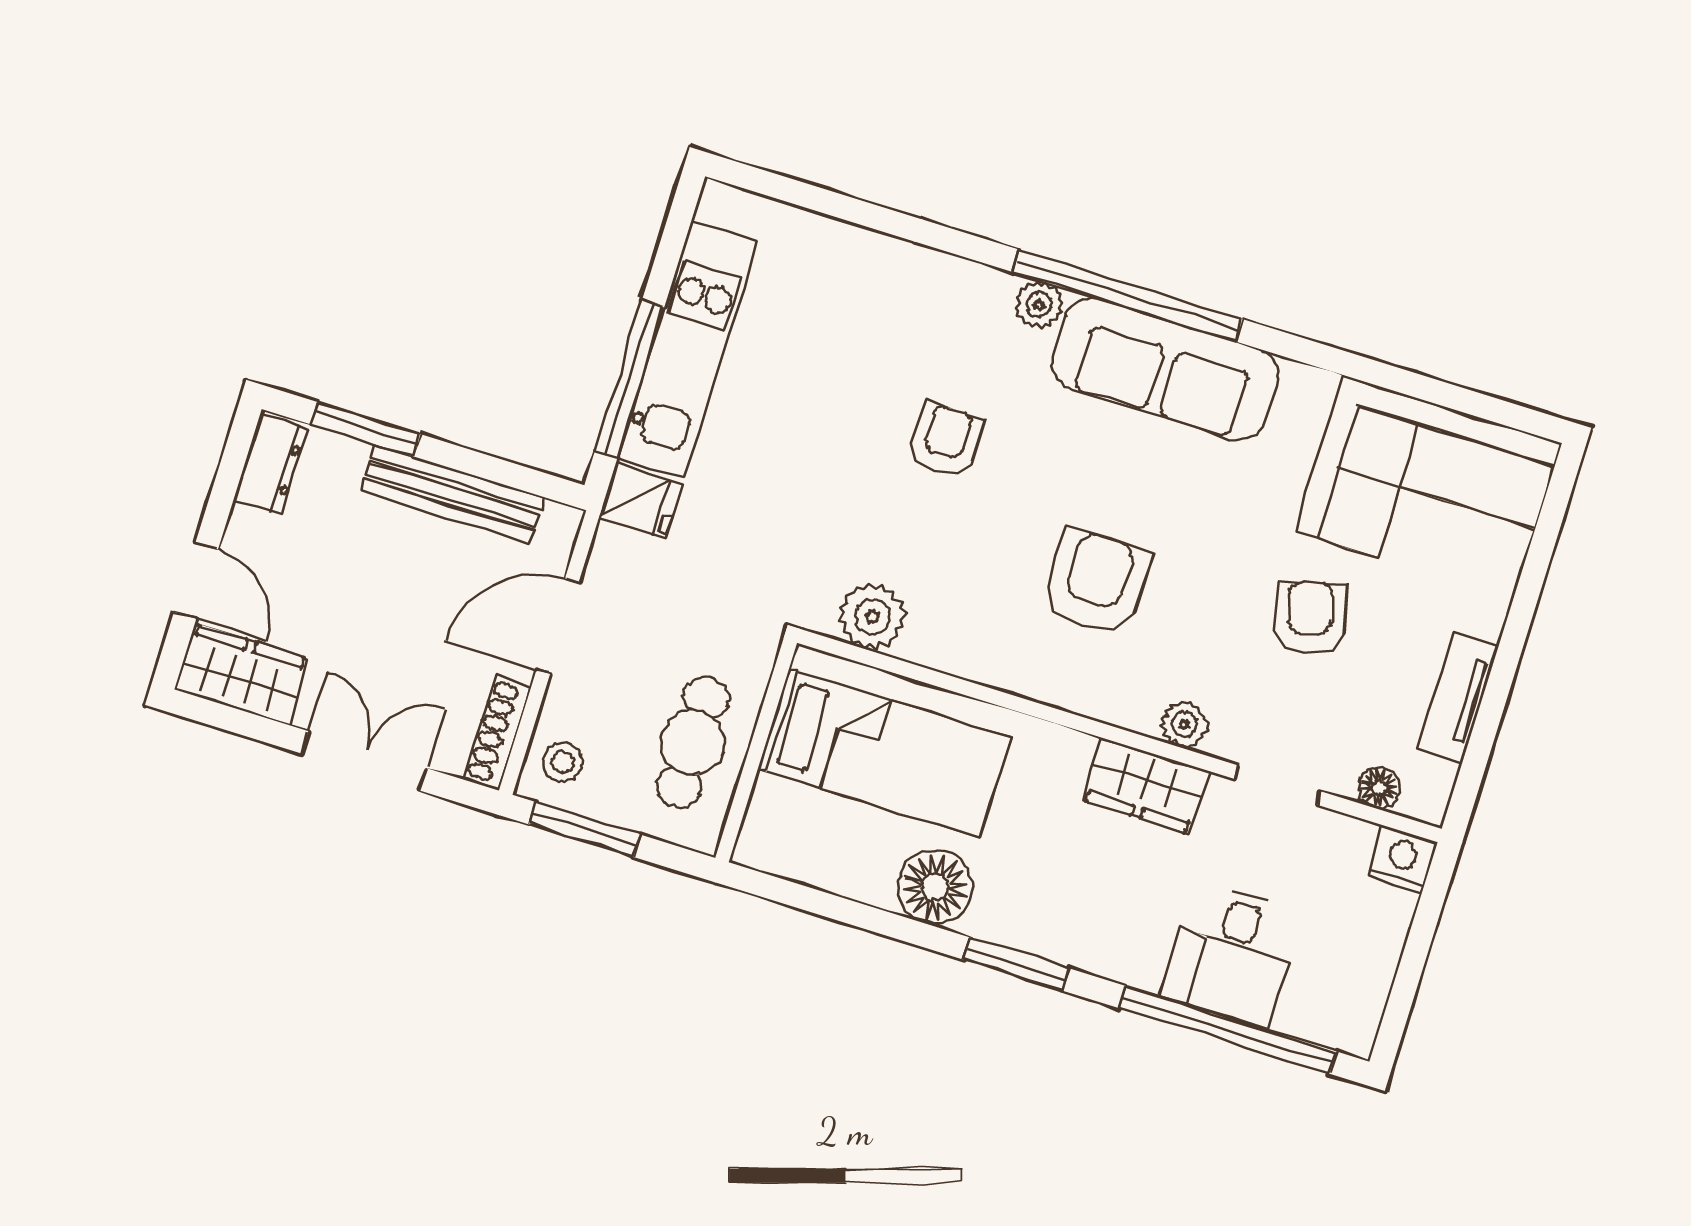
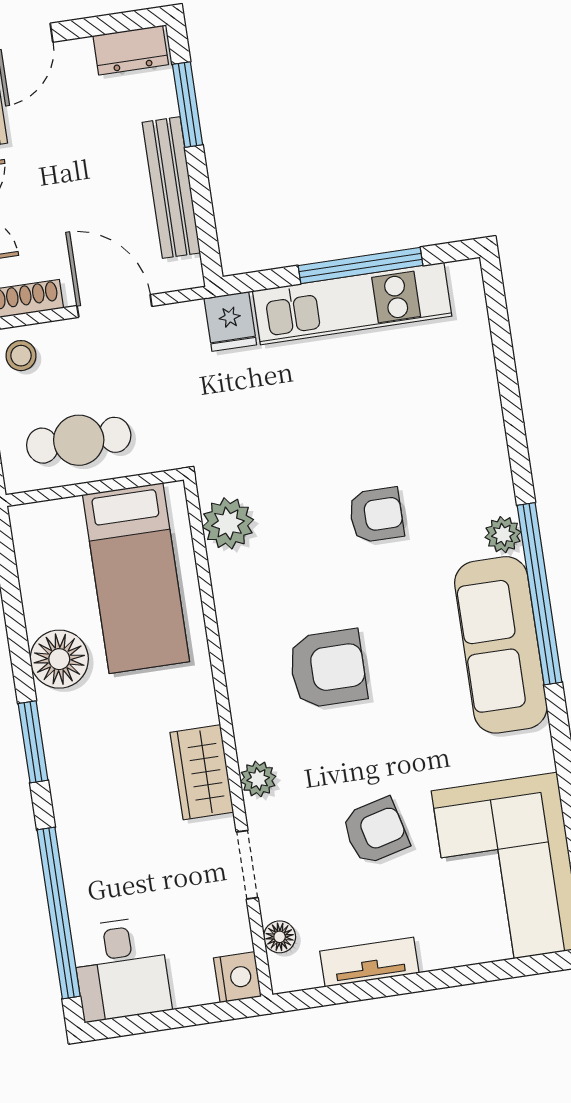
window: (630, 379) -> (360, 266), moved
desk: (1232, 954) -> (121, 969), moved, turned -90

